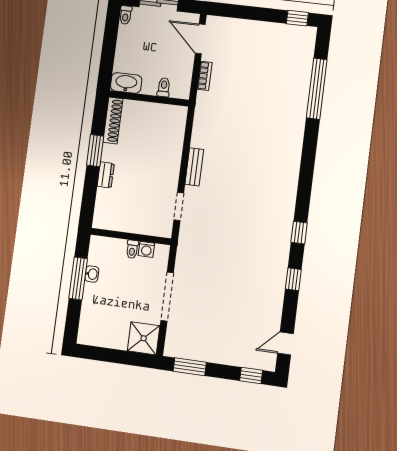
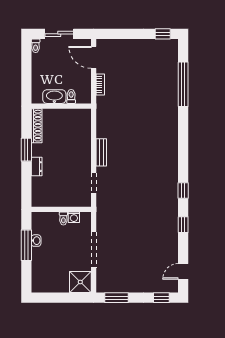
washbasin: (126, 83) -> (54, 97), moved

